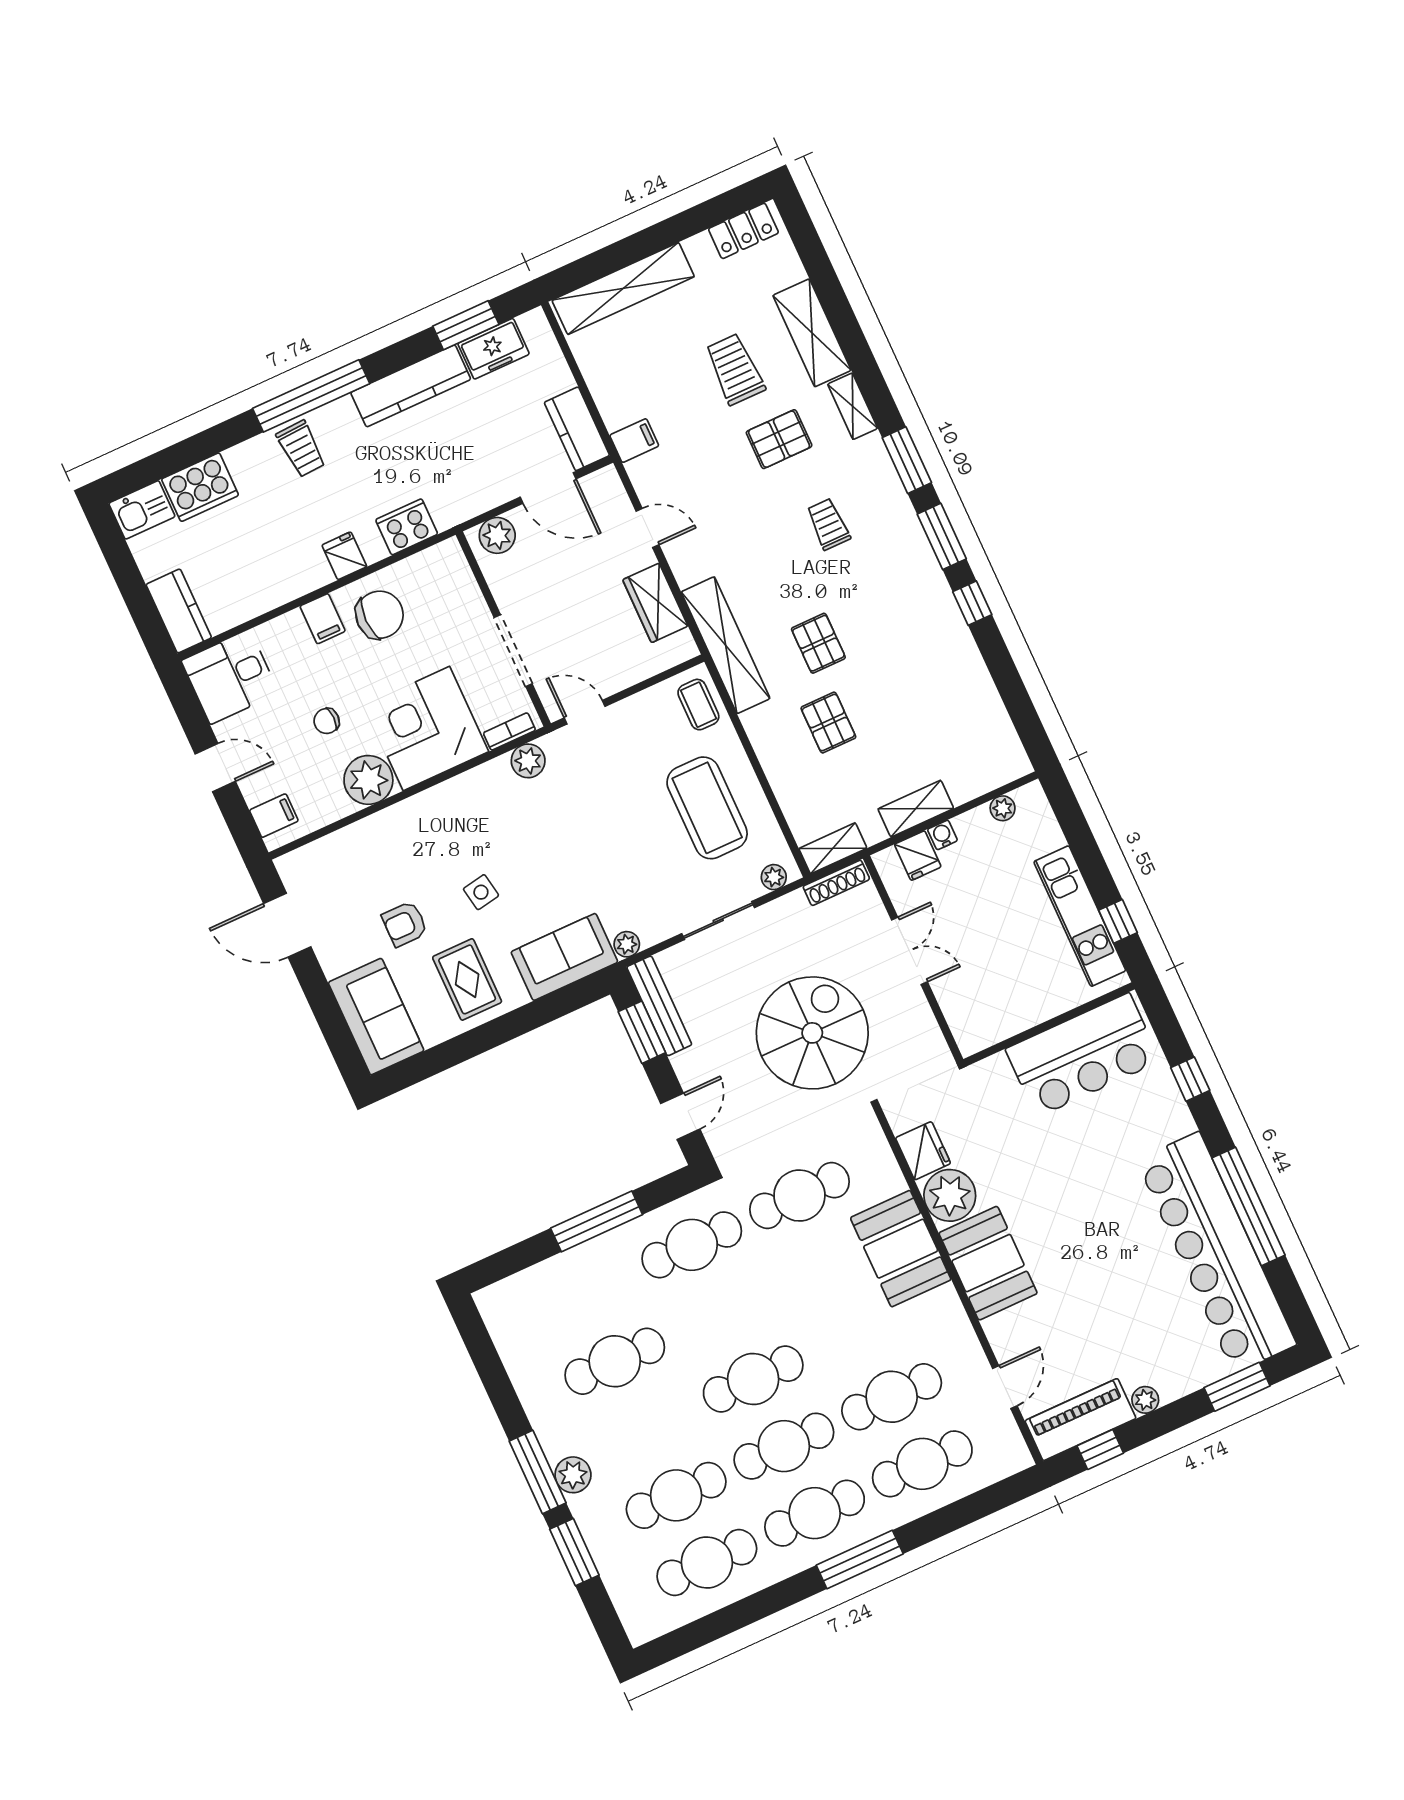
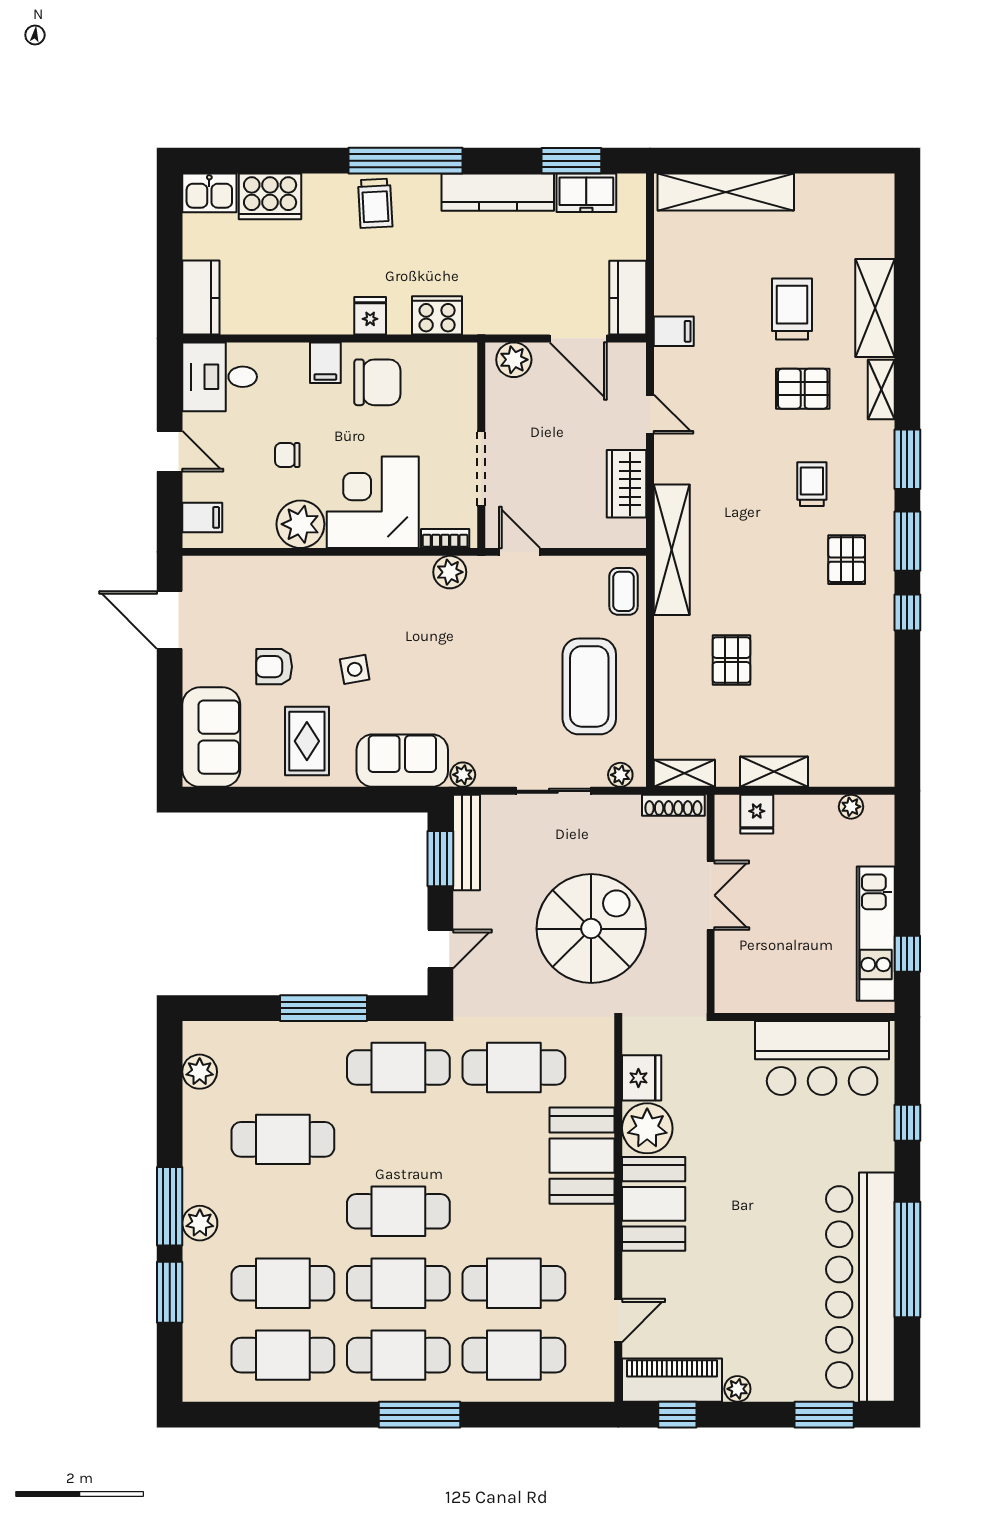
locker: (743, 231) -> (856, 190), removed
pallet: (818, 643) -> (847, 560), moved
water cooler: (942, 835) -> (787, 806), removed
plant: (508, 1334) -> (200, 1072), added

